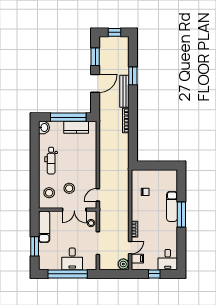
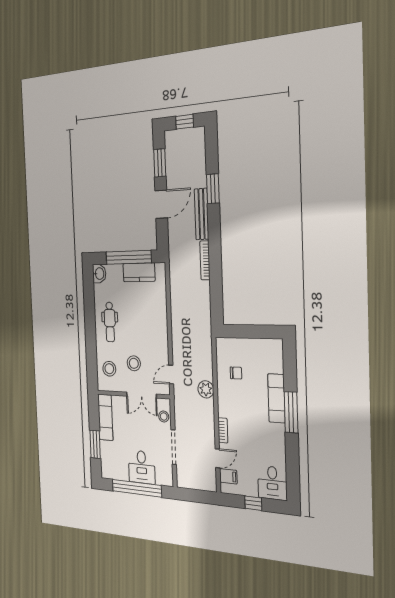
plant: (123, 264) -> (206, 389), moved

